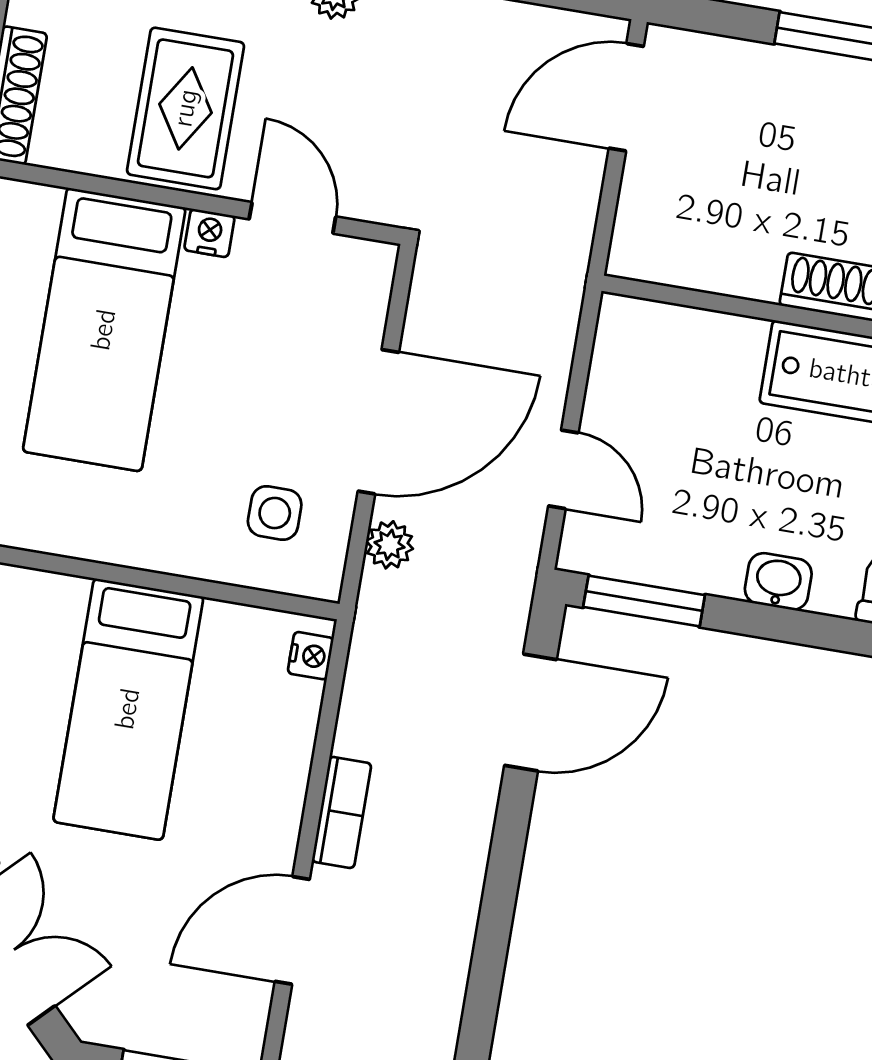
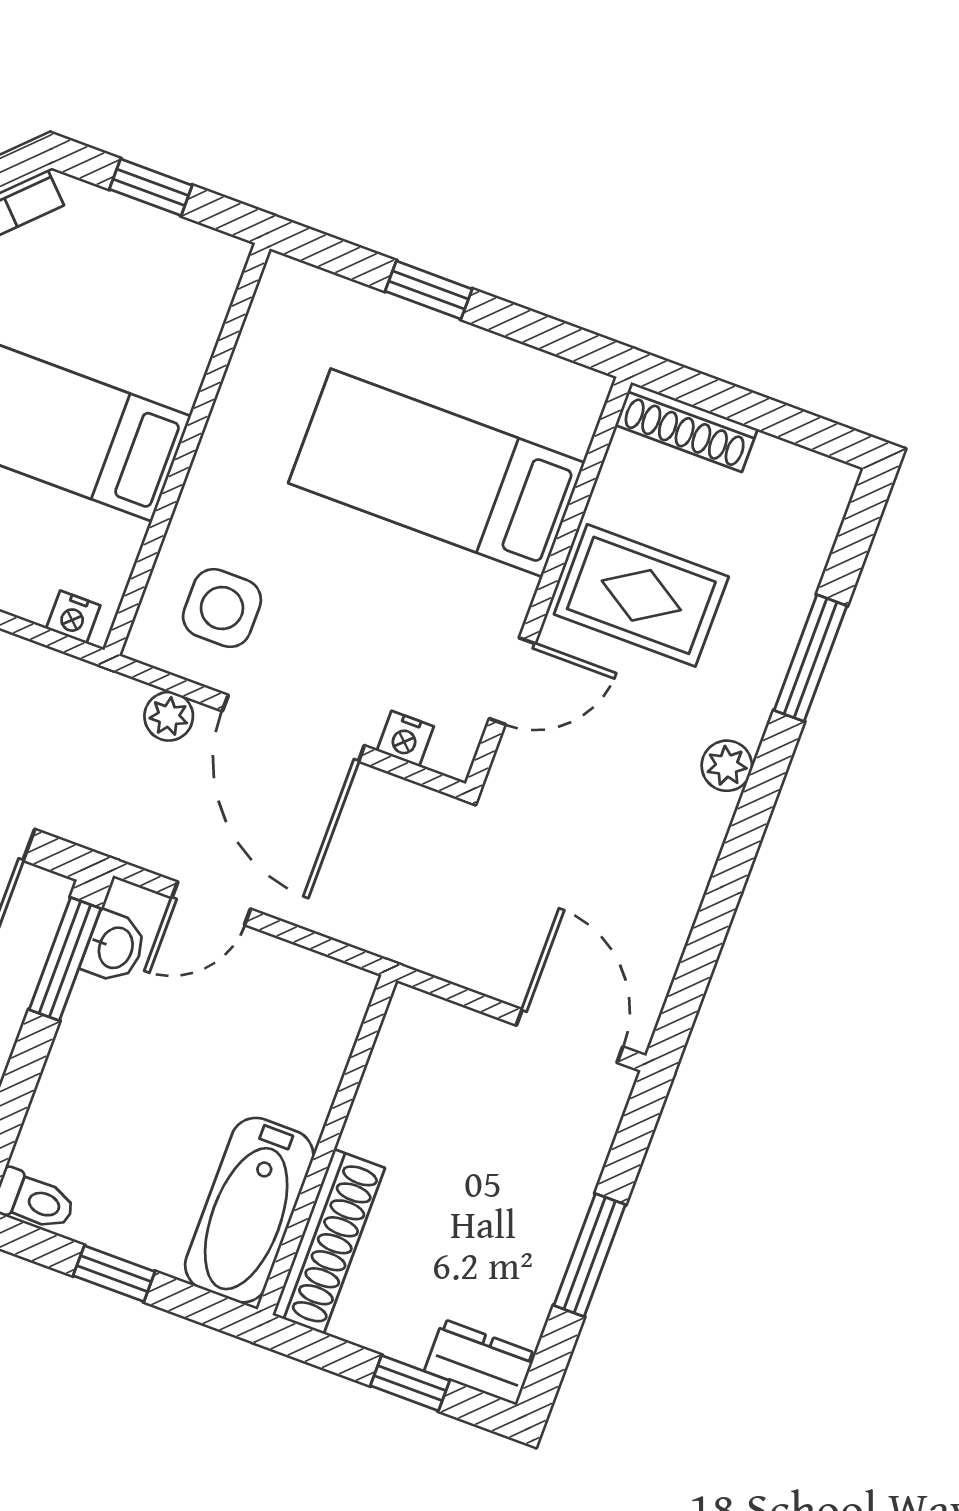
nightstand: (209, 233) -> (405, 739), moved, turned 90
side table: (275, 513) -> (222, 608), width x1.37, depth x1.37
washbasin: (778, 581) -> (114, 947), moved

